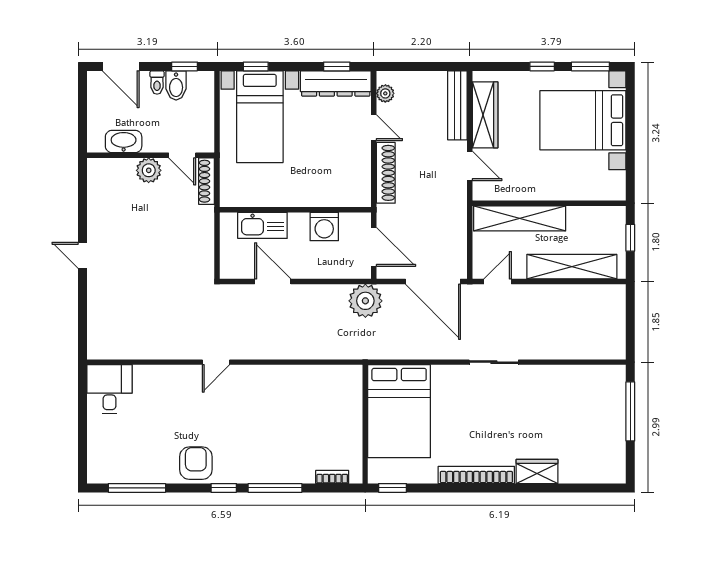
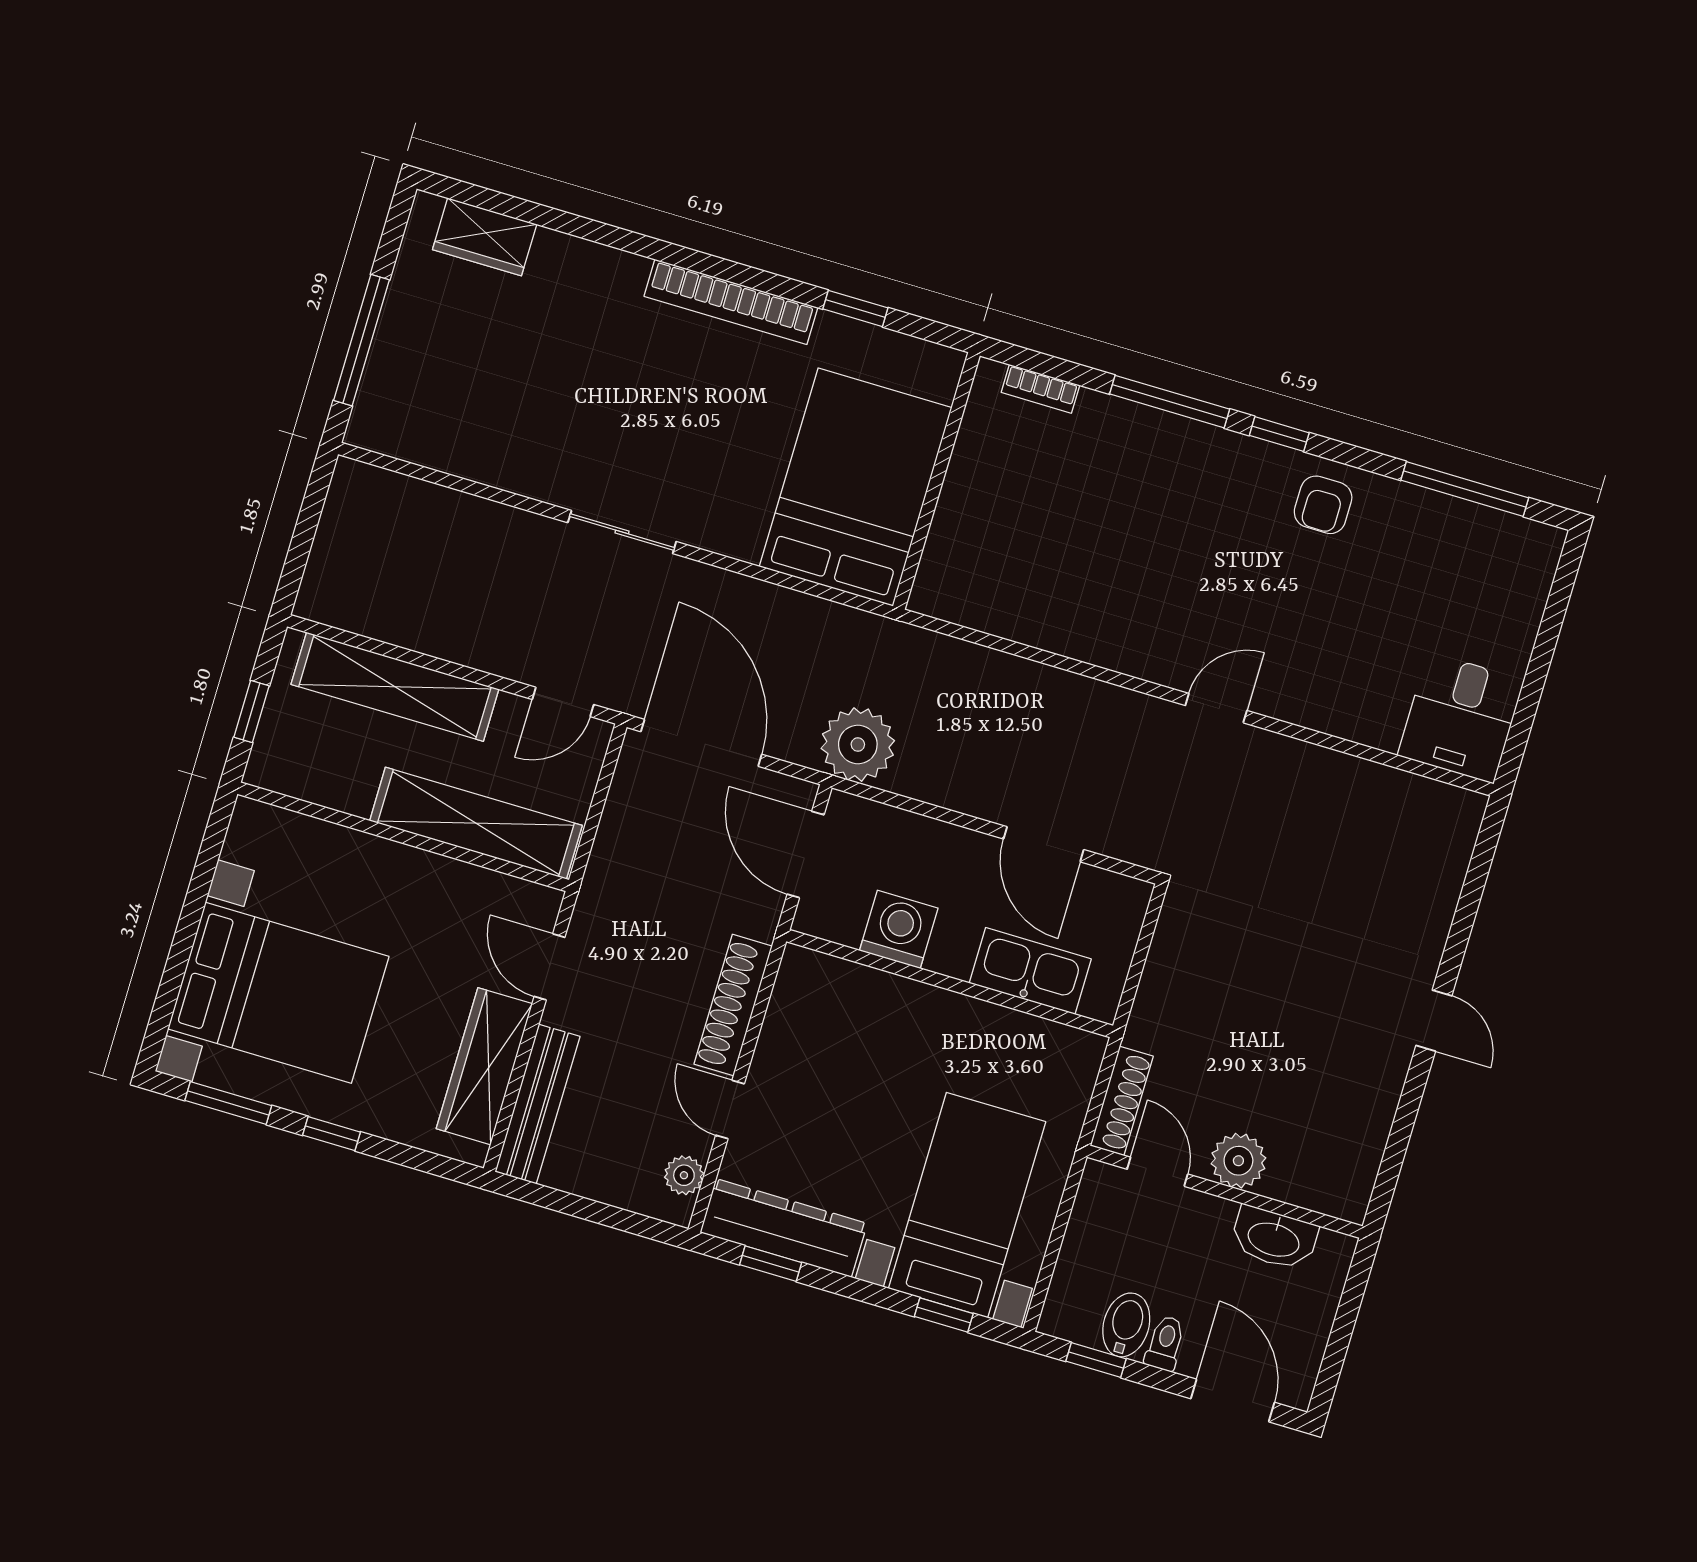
armchair: (196, 463) -> (1323, 505), width x0.72, depth x0.72
wardrobe: (537, 472) -> (485, 237), moved
window: (392, 488) -> (855, 308), moved

